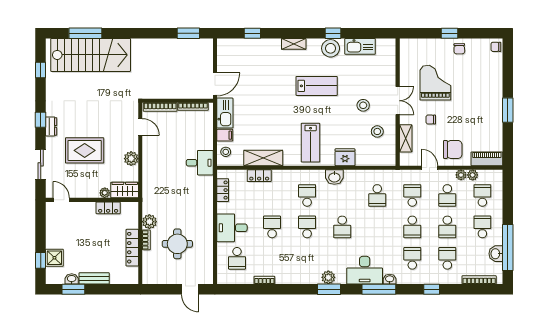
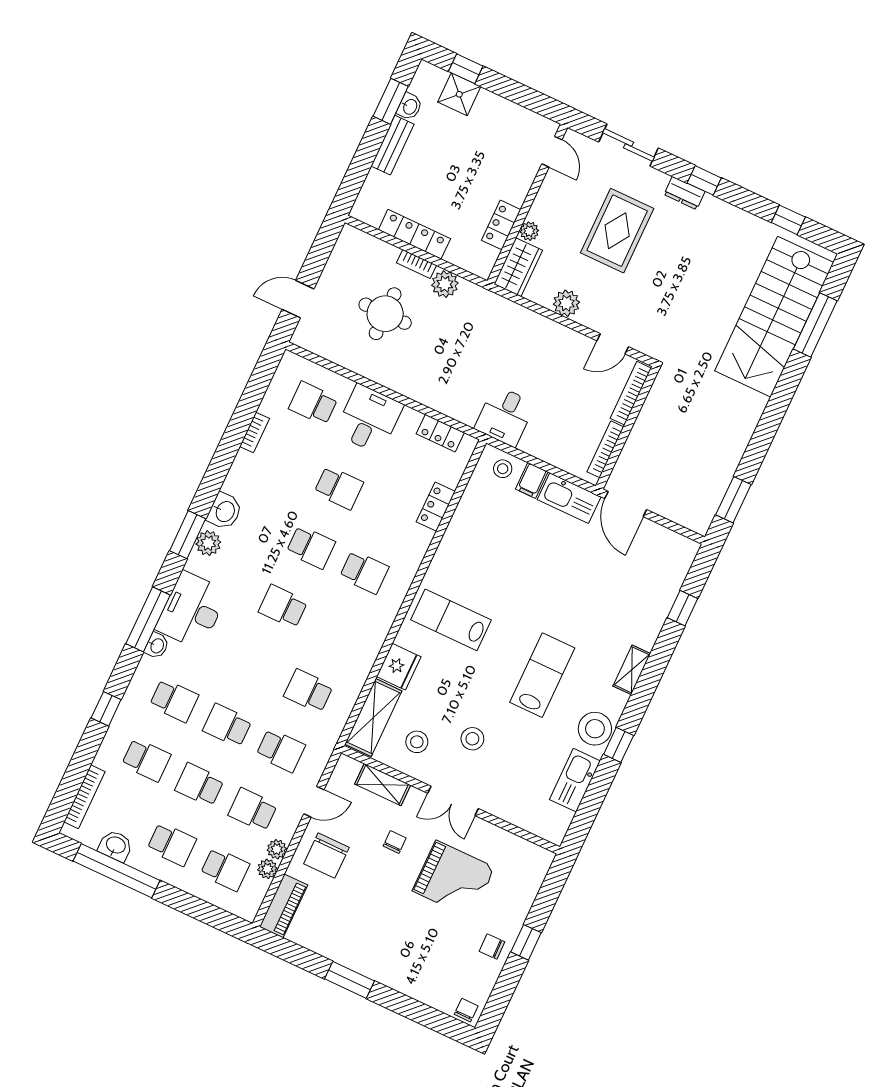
lab bench: (317, 86) -> (542, 675), turned 180
shelving: (263, 158) -> (373, 718), moved
washbasin: (334, 177) -> (225, 511), moved, turned 180
door: (61, 200) -> (552, 152), hinge flipped

